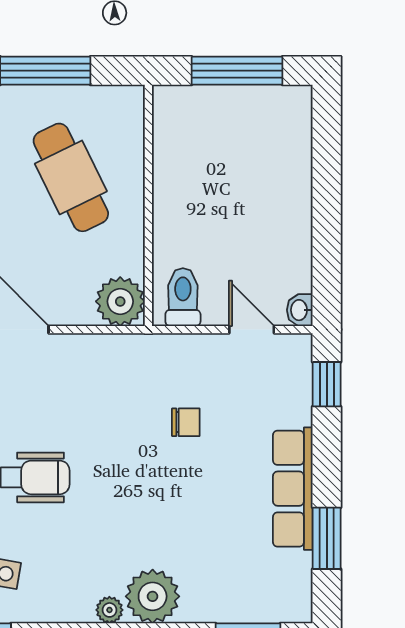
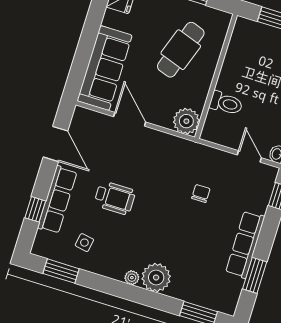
cafe table: (71, 177) -> (181, 50), turned 45
toilet: (183, 297) -> (226, 103), moved, turned 90
chair: (186, 422) -> (201, 193), turned -90

